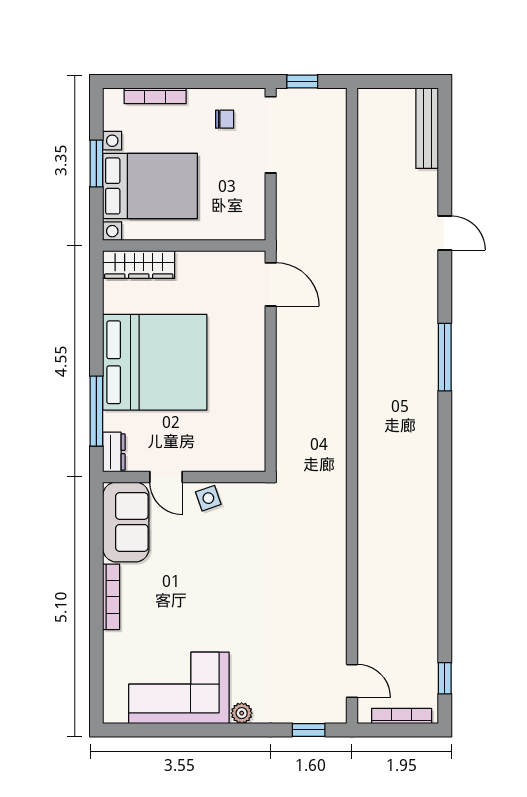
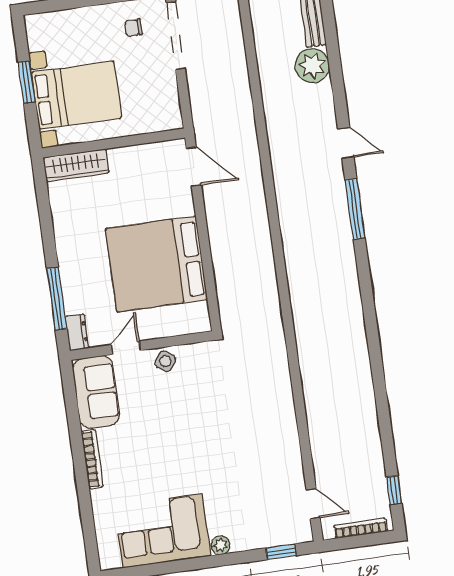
bookcase: (155, 96) -> (70, 16), removed
chair: (225, 119) -> (134, 28), turned 180
plant: (419, 190) -> (312, 66), added
door: (445, 233) -> (346, 143), moved
bed: (155, 362) -> (156, 264), moved, turned 180
door: (166, 477) -> (126, 348), swing flipped
side table: (208, 498) -> (165, 361), turned -37

